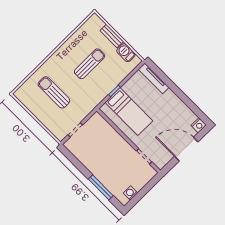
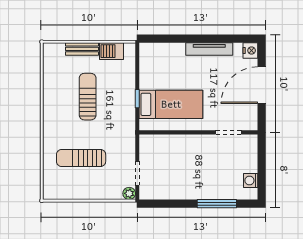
tv unit: (154, 78) -> (209, 49), moved
plant: (60, 136) -> (129, 193), added

